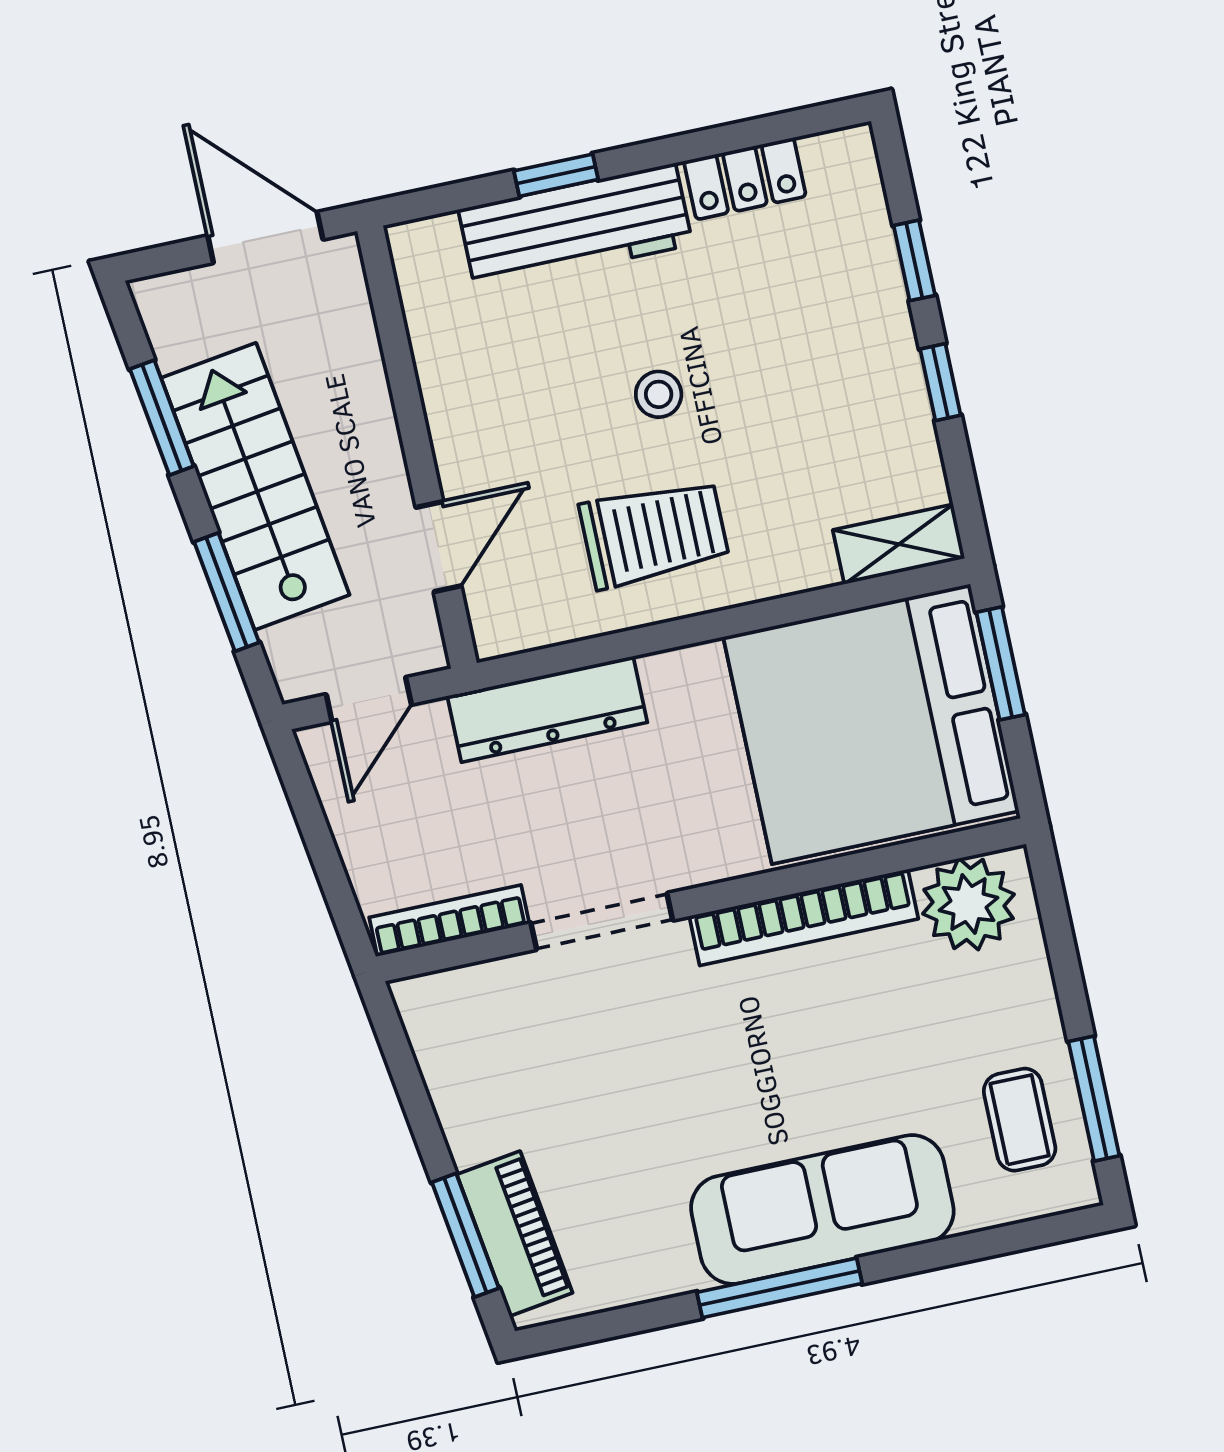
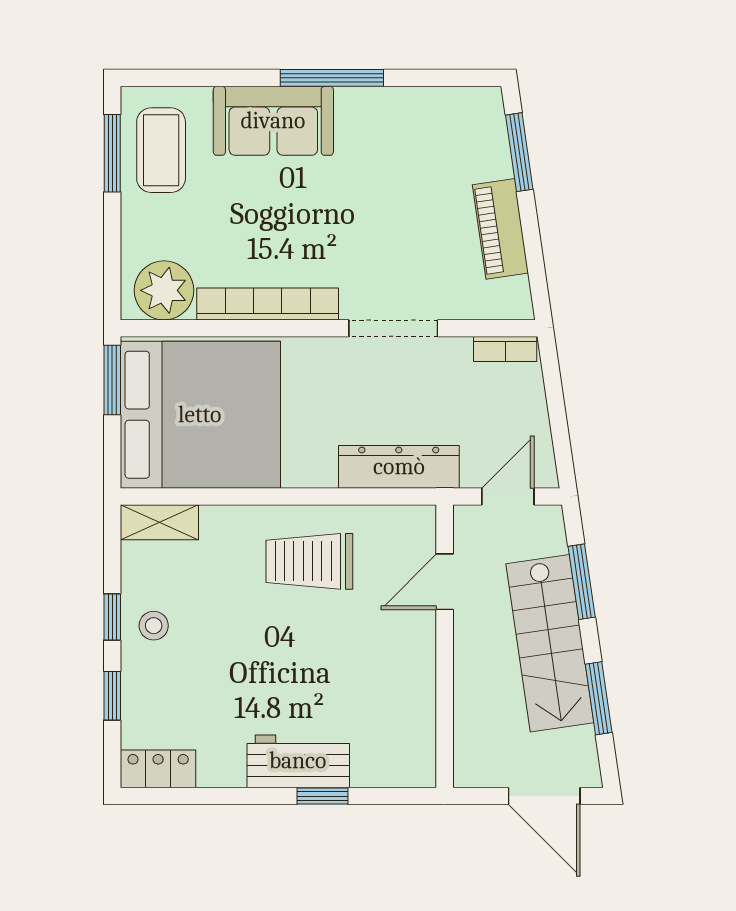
locker: (745, 179) -> (158, 769), moved
workbench: (575, 227) -> (298, 761), width x0.73
door: (265, 237) -> (544, 796), moved
stool: (659, 394) -> (154, 626), moved
window: (1001, 663) -> (112, 380), moved
bookcase: (449, 921) -> (505, 349), width x0.64
coffee table: (1020, 1120) -> (161, 150), width x1.36, depth x1.30
sofa: (822, 1209) -> (273, 121), width x0.73
piano: (515, 1234) -> (500, 229), moved

